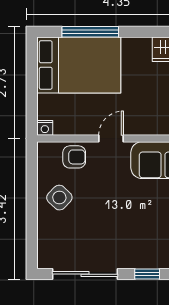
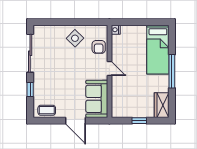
window: (90, 32) -> (172, 71), moved
bed: (79, 65) -> (158, 50), width x0.67

